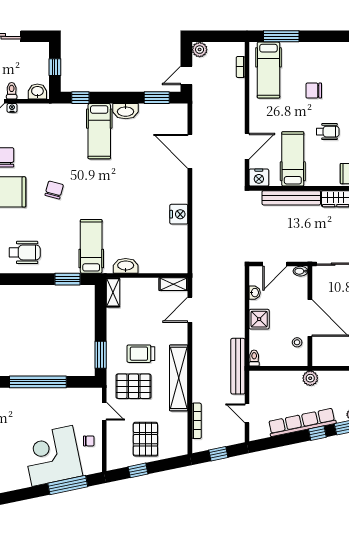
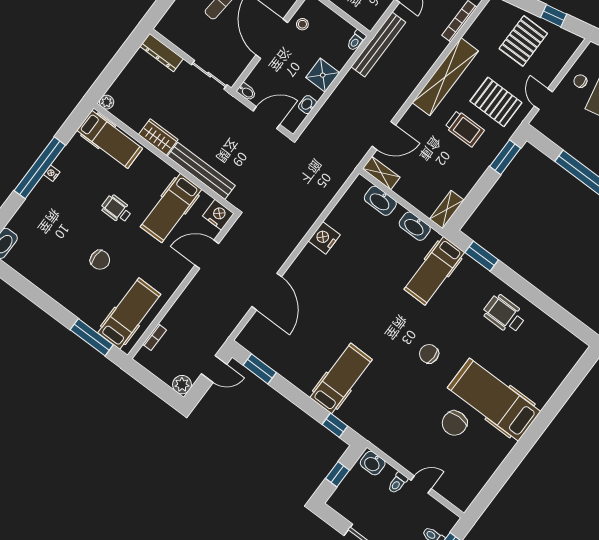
nightstand: (12, 108) -> (410, 466), removed
washbasin: (126, 111) -> (380, 201), moved, turned 180
chair: (54, 190) -> (429, 354), turned 75

